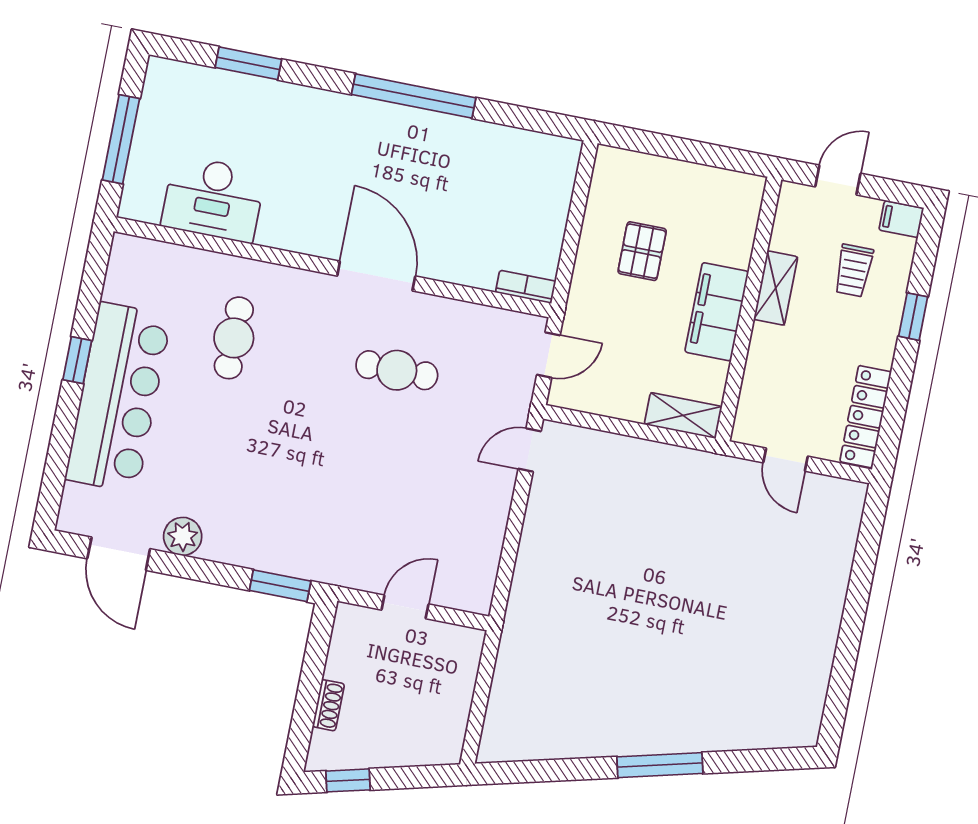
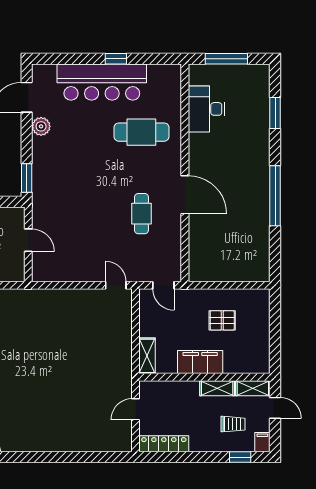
shelving: (790, 217) -> (253, 388), added
trolley: (854, 270) -> (233, 424), turned 180
door: (376, 276) -> (185, 195), hinge flipped
bookcase: (526, 287) -> (194, 268), removed
window: (913, 317) -> (240, 457), moved
cafe table: (234, 338) -> (141, 132), width x1.37, depth x1.35

